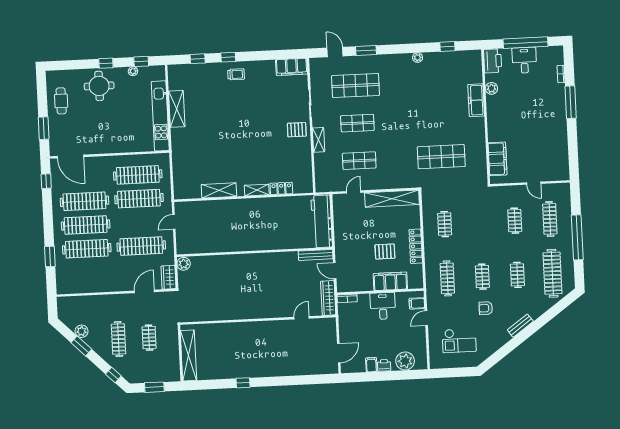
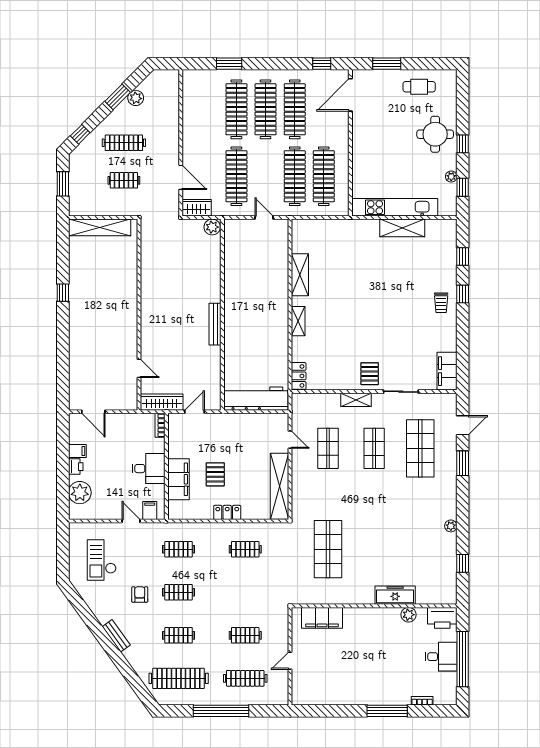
locker: (281, 188) -> (299, 376), moved
locker: (416, 246) -> (227, 512), width x0.66
bench: (316, 255) -> (215, 324), moved
clothes rail: (447, 278) -> (179, 549), width x0.73

